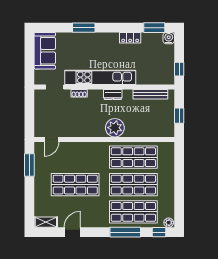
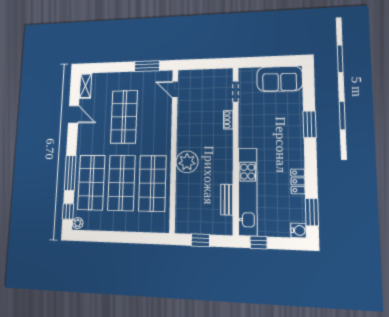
kitchen unit: (100, 77) -> (248, 192), moved
bench: (150, 94) -> (227, 200), width x0.73
dresser: (113, 95) -> (227, 160), removed

